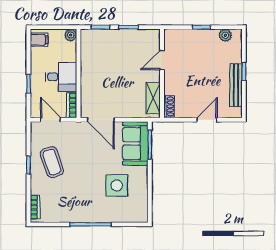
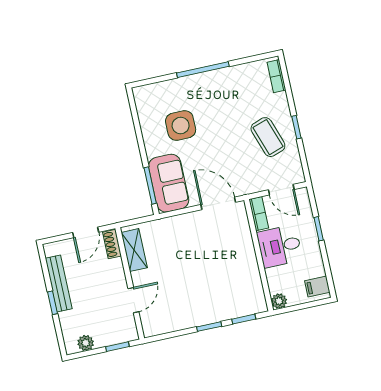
door: (162, 60) -> (133, 300), moved
wall: (162, 73) -> (130, 283), moved
shelving: (153, 98) -> (134, 250), moved
shoe rack: (169, 106) -> (112, 244), moved

